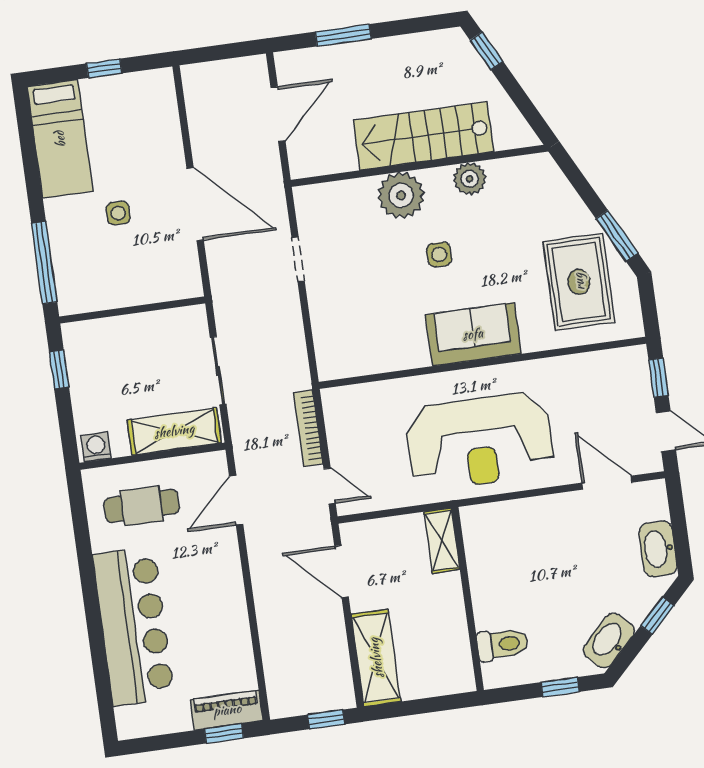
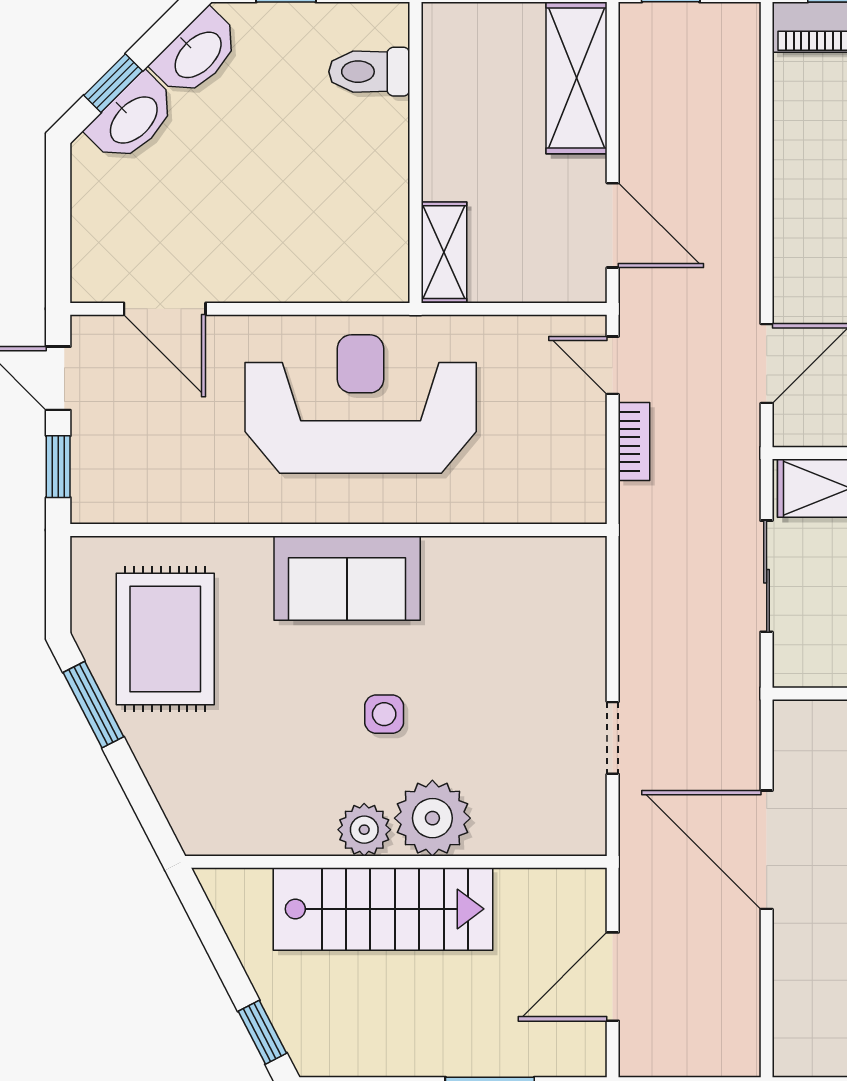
plant: (470, 179) -> (364, 830), moved
bookcase: (308, 428) -> (634, 442), width x0.64
washbasin: (658, 549) -> (133, 119), moved, turned 45

